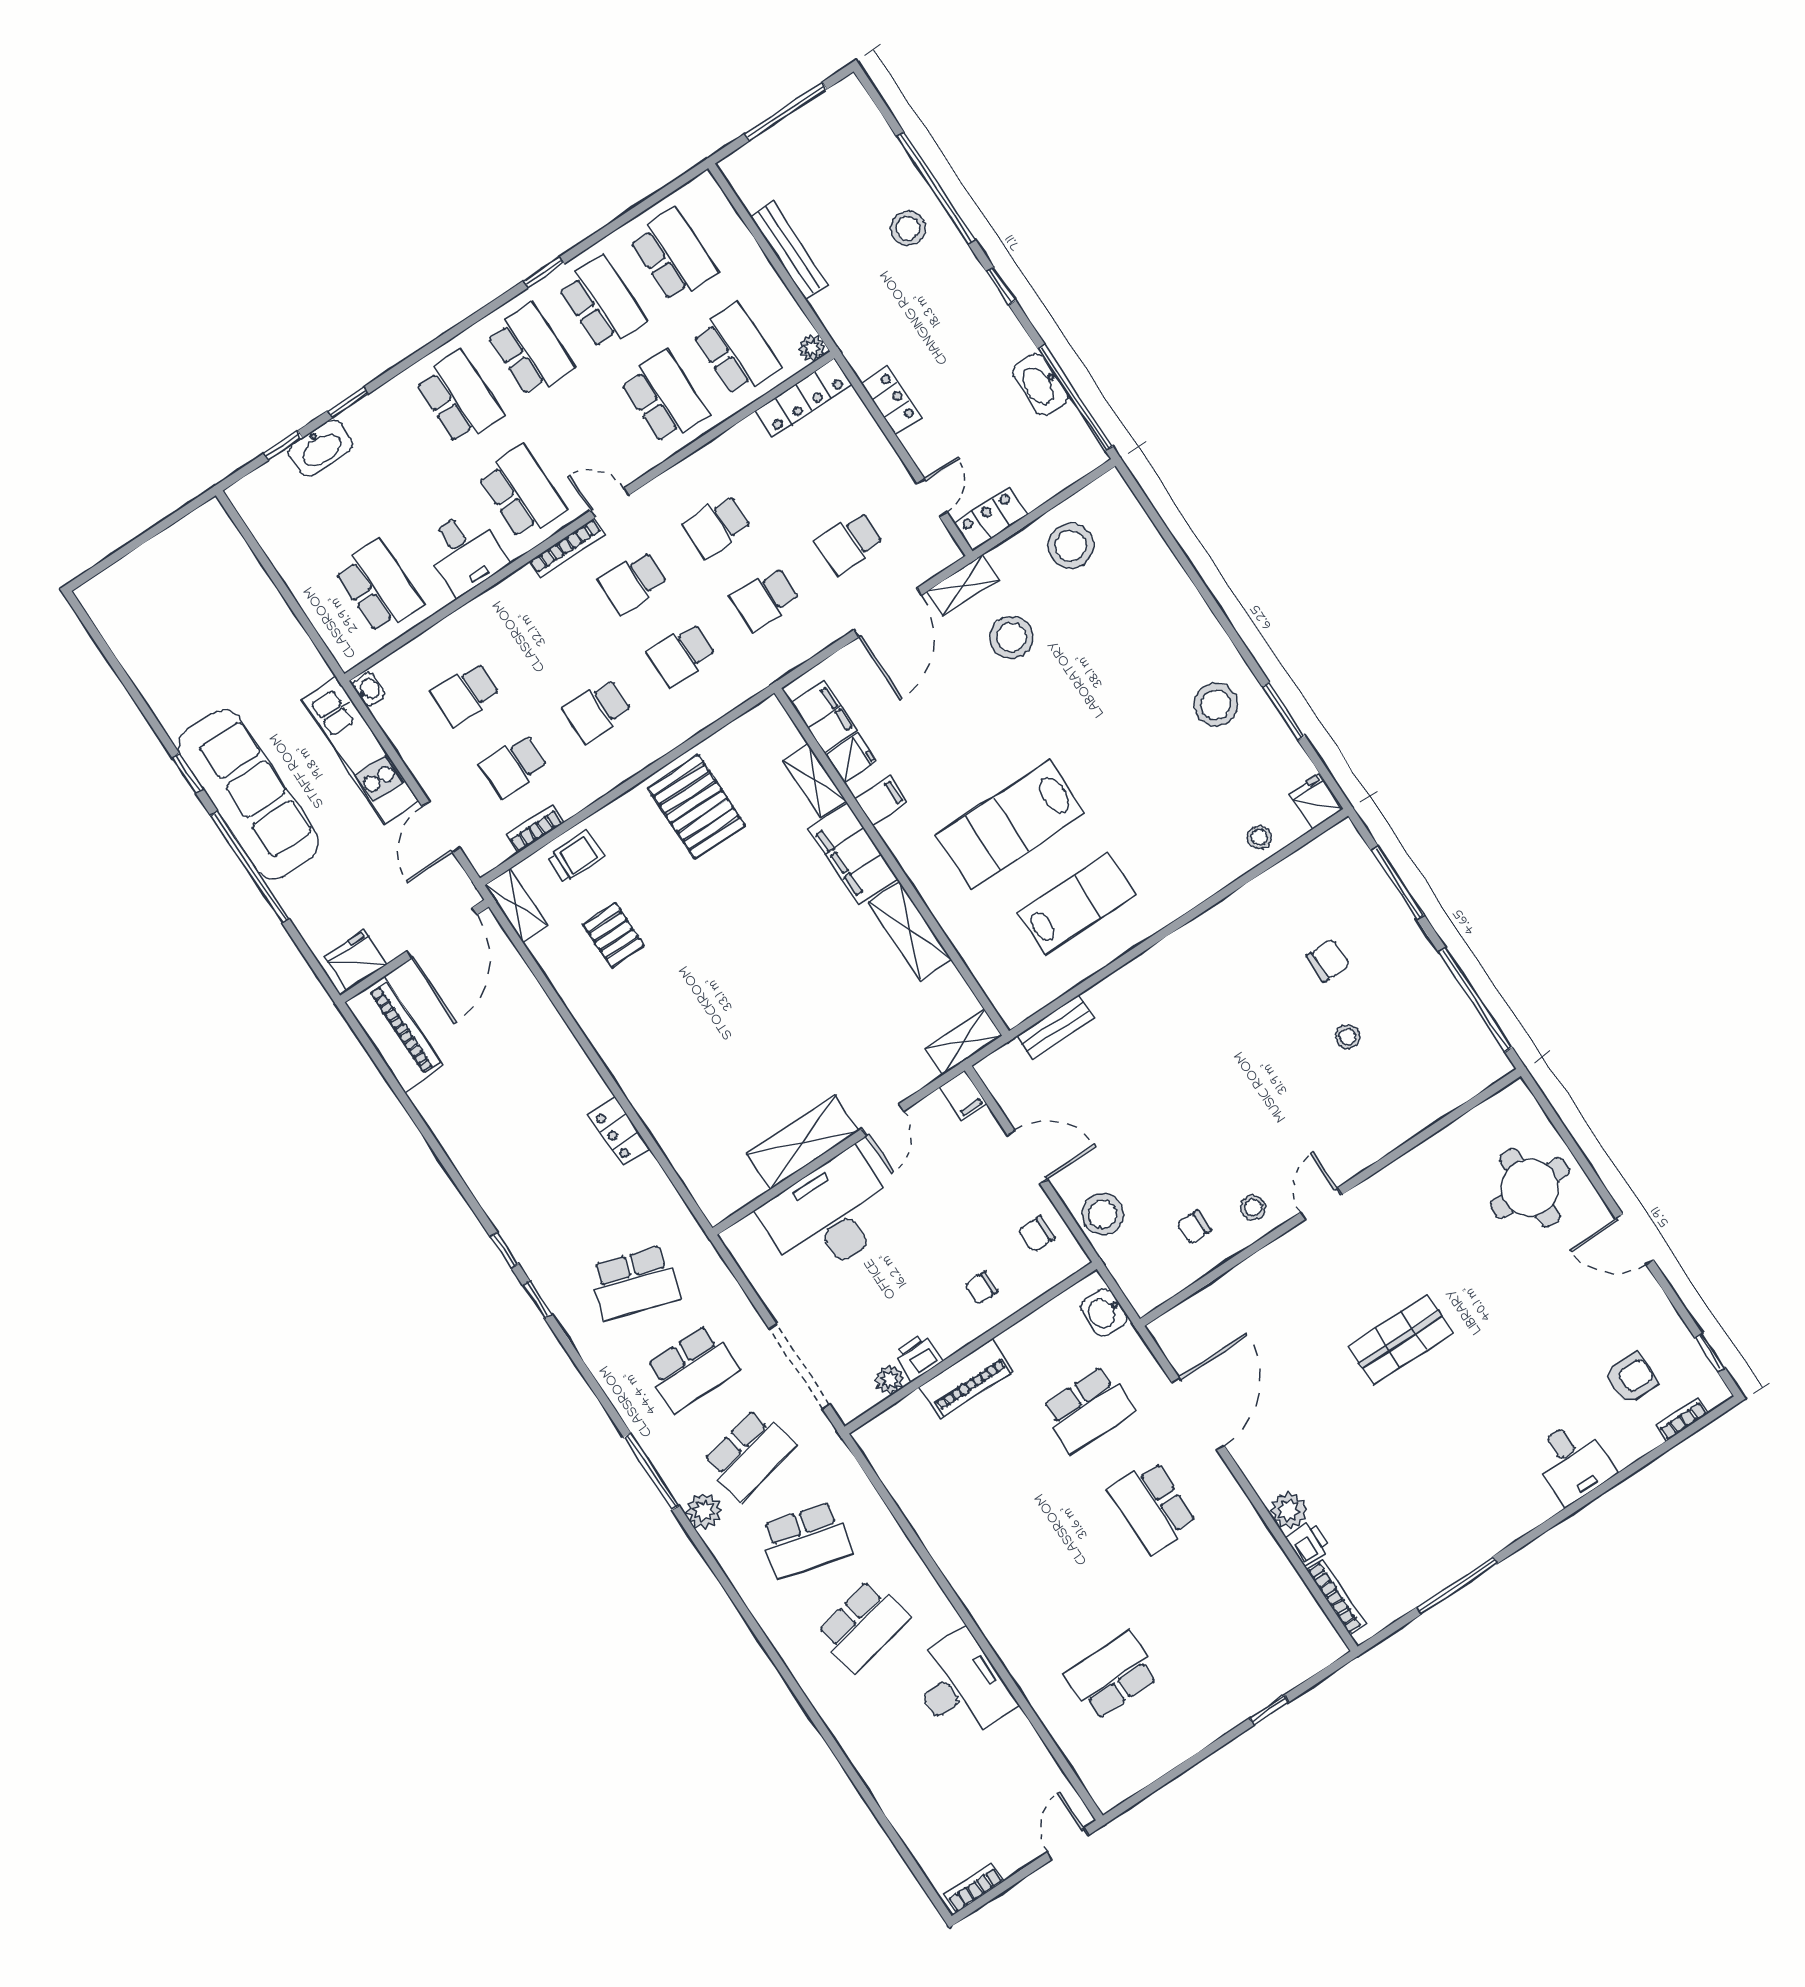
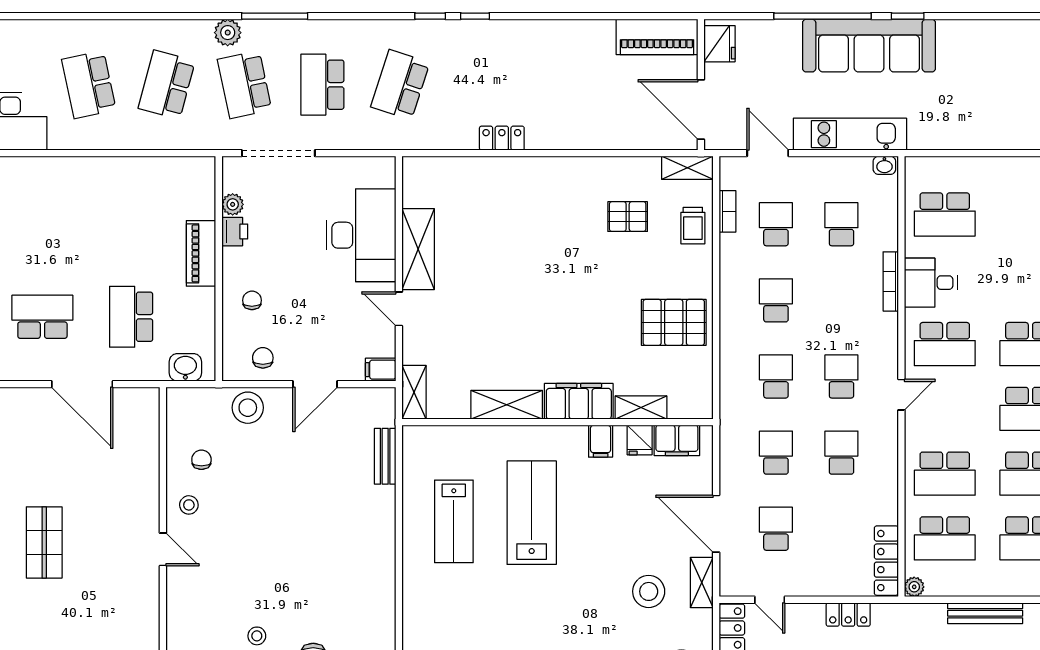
bookcase: (567, 548) -> (891, 281), moved

